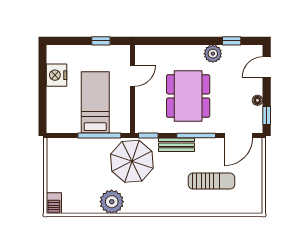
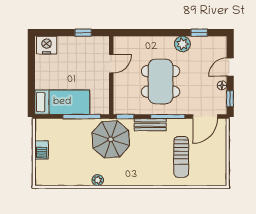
door: (267, 67) -> (230, 67), moved
nightstand: (57, 75) -> (47, 45), moved, turned 90
bed: (95, 102) -> (62, 102), moved, turned 90
sun lounger: (211, 181) -> (181, 157), turned 90
plant: (112, 202) -> (98, 180), width x0.53, depth x0.53
barbecue: (54, 203) -> (42, 150), moved

